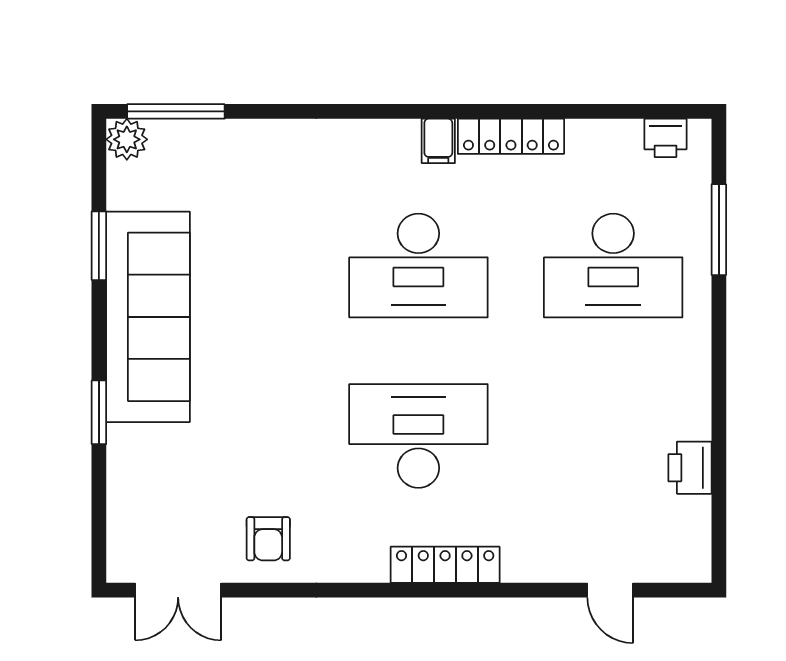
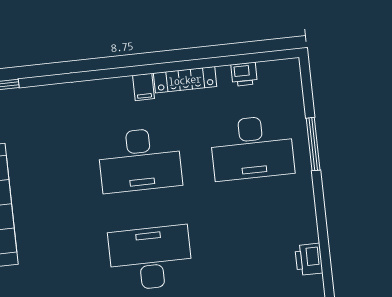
printer: (665, 138) -> (244, 74), moved
window: (719, 230) -> (313, 144), moved

